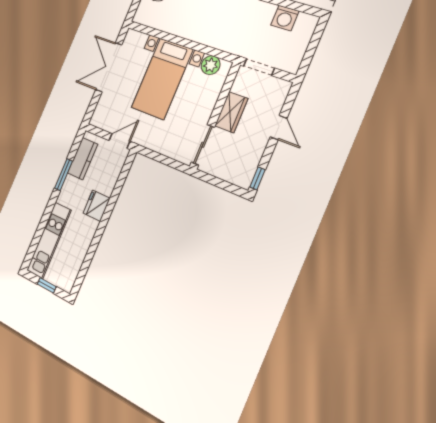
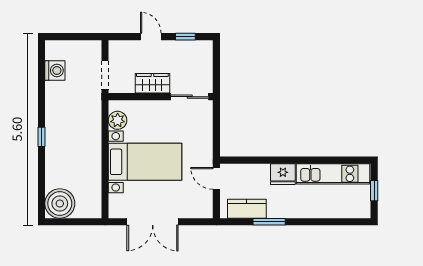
door: (279, 128) -> (151, 37), hinge flipped
window: (258, 178) -> (185, 37), moved
kitchen unit: (49, 240) -> (333, 174), moved, turned 180

